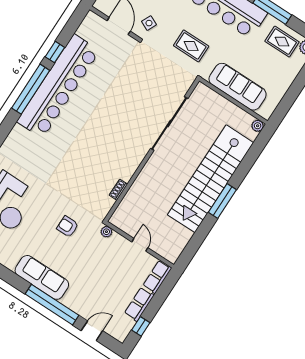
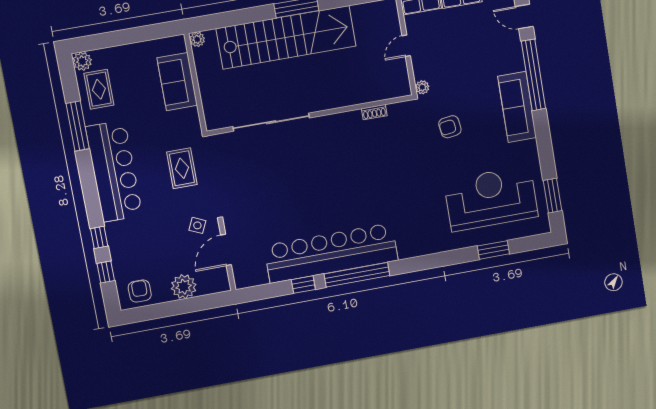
sofa: (238, 87) -> (177, 82), width x0.73
armchair: (68, 227) -> (450, 127), turned 82

